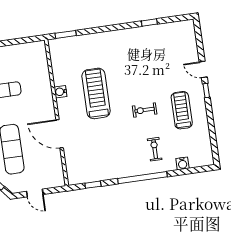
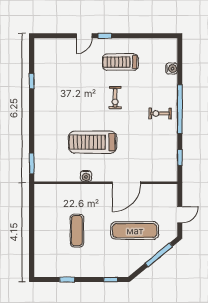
exercise bike: (155, 149) -> (160, 114), moved

